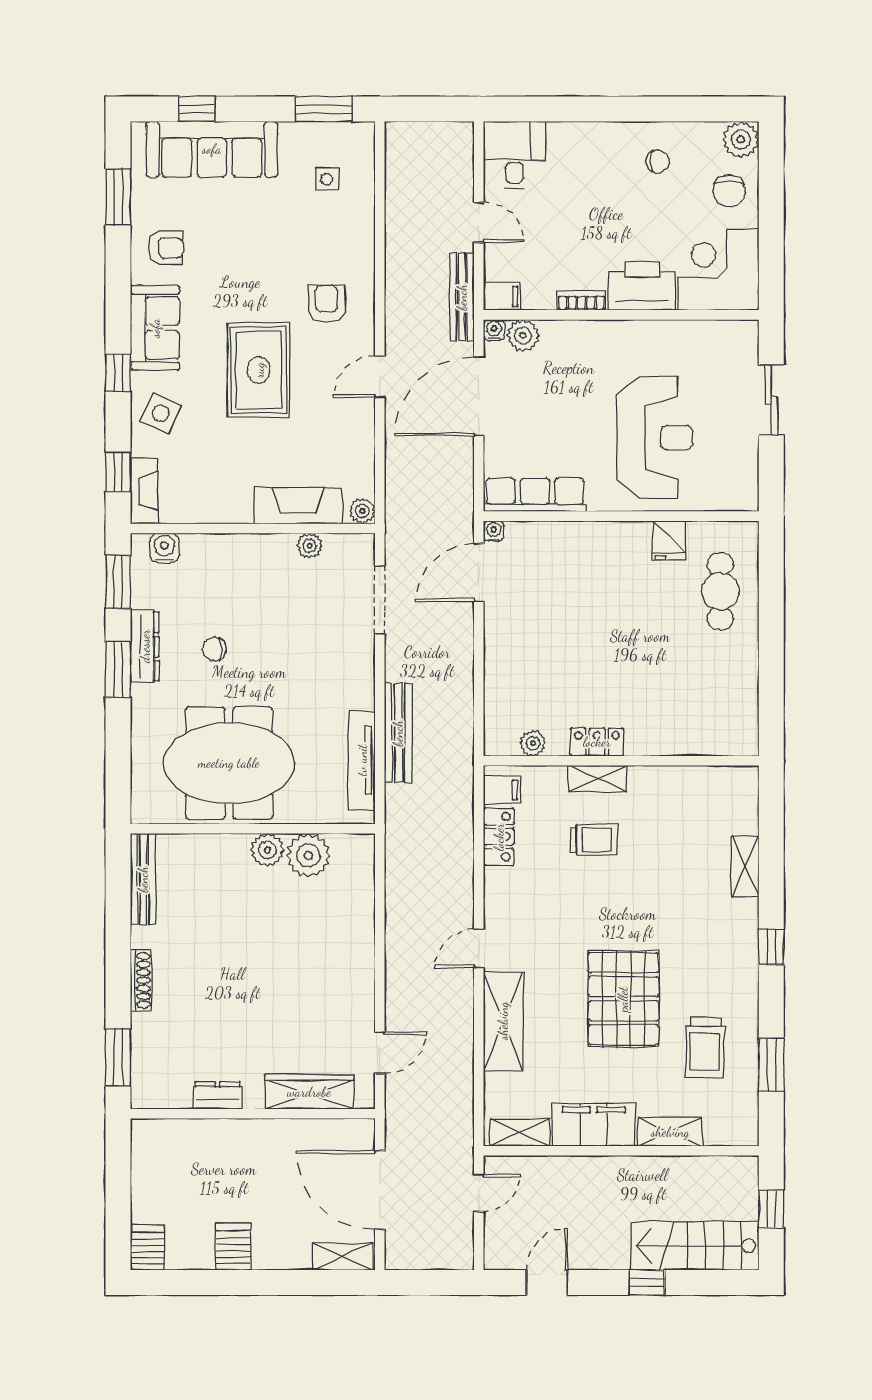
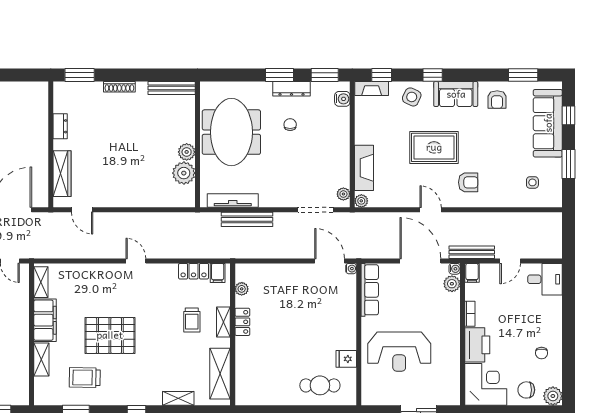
window: (324, 109) -> (569, 164), moved
plant: (310, 546) -> (343, 194), moved
shelving: (503, 1021) -> (220, 374), moved, turned 90

